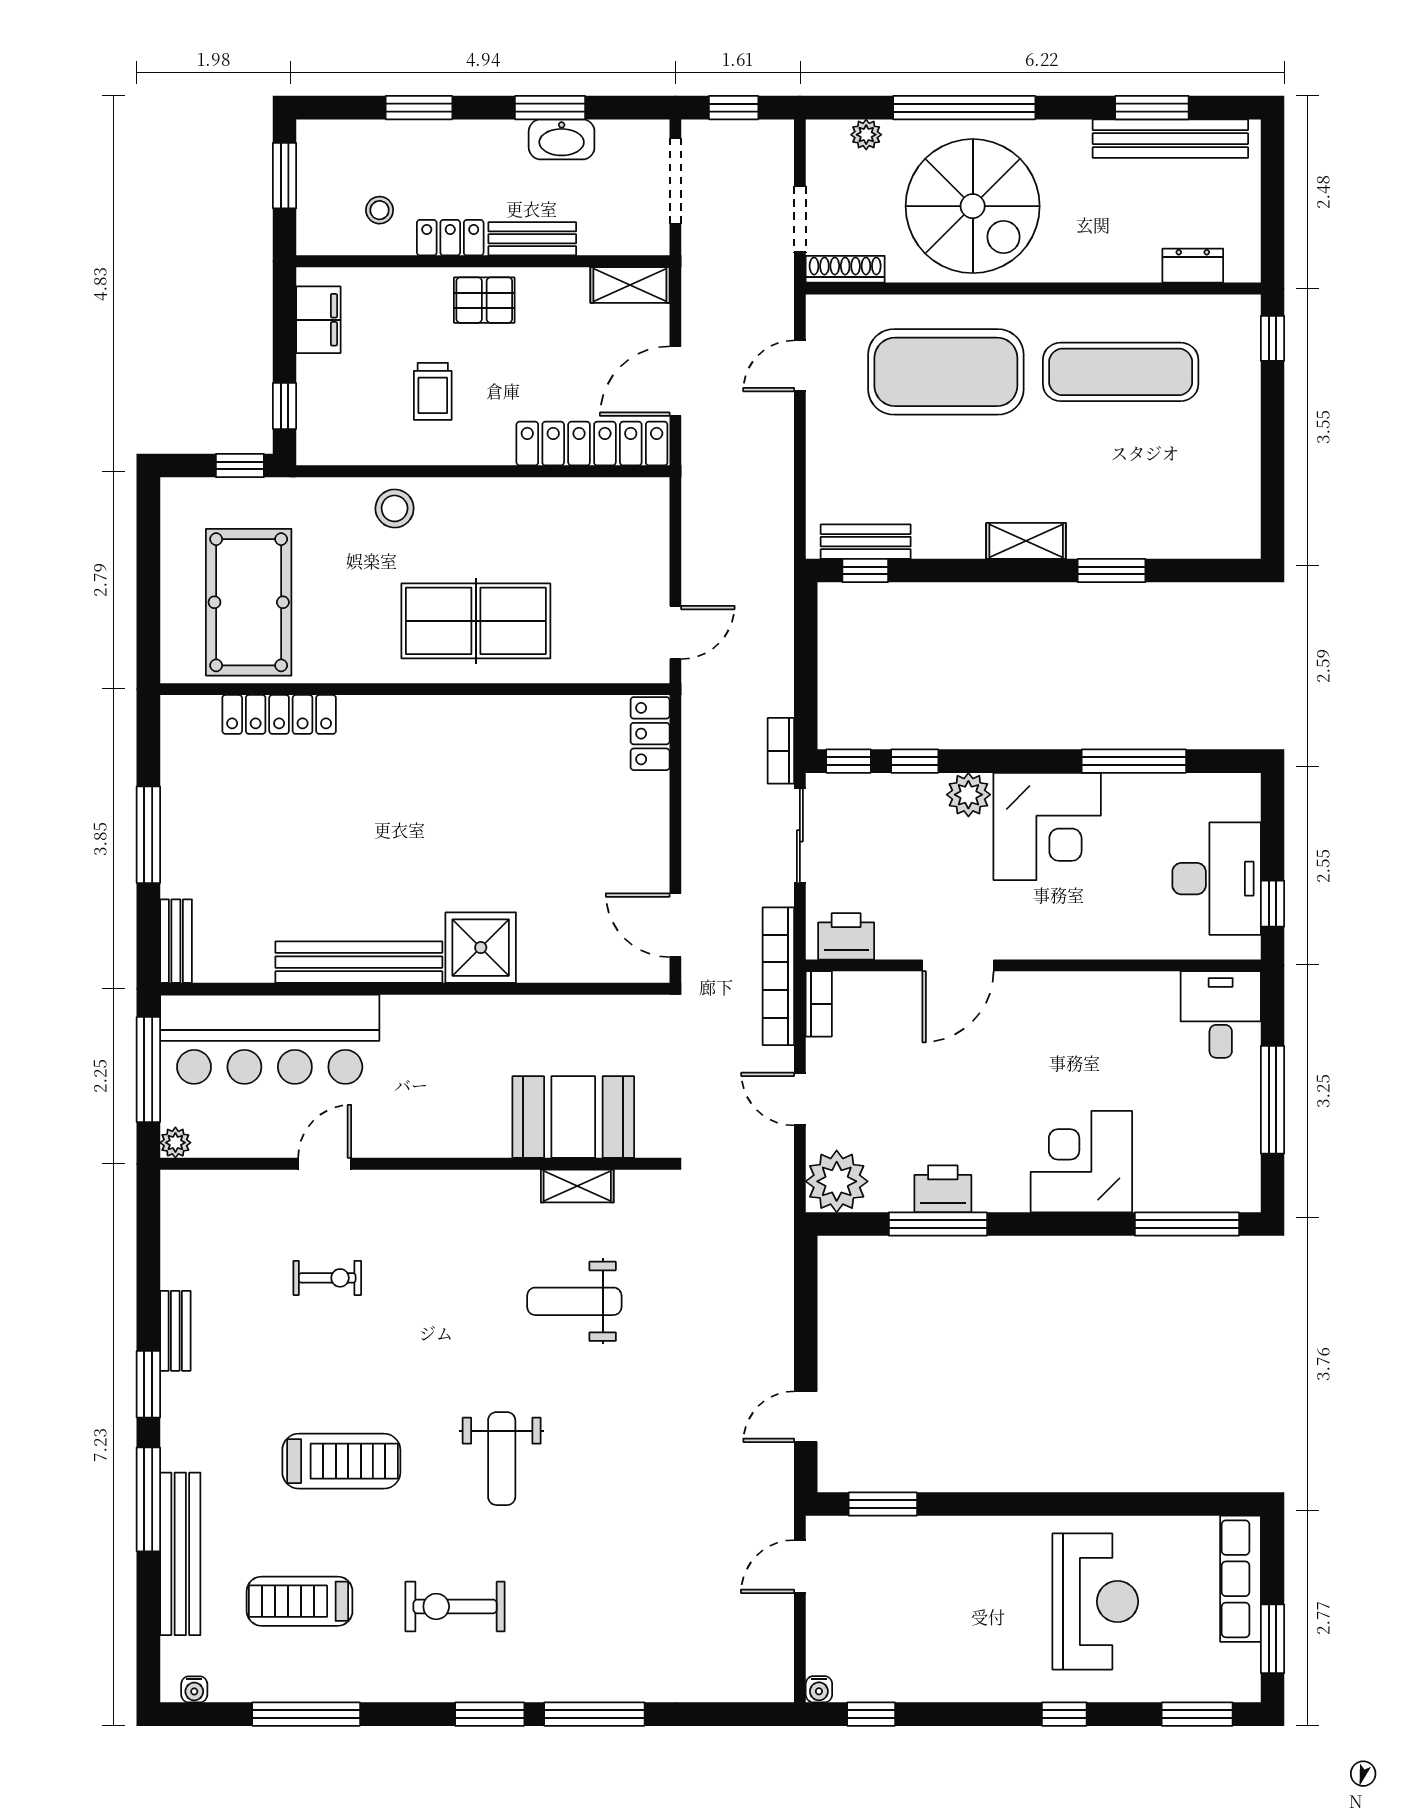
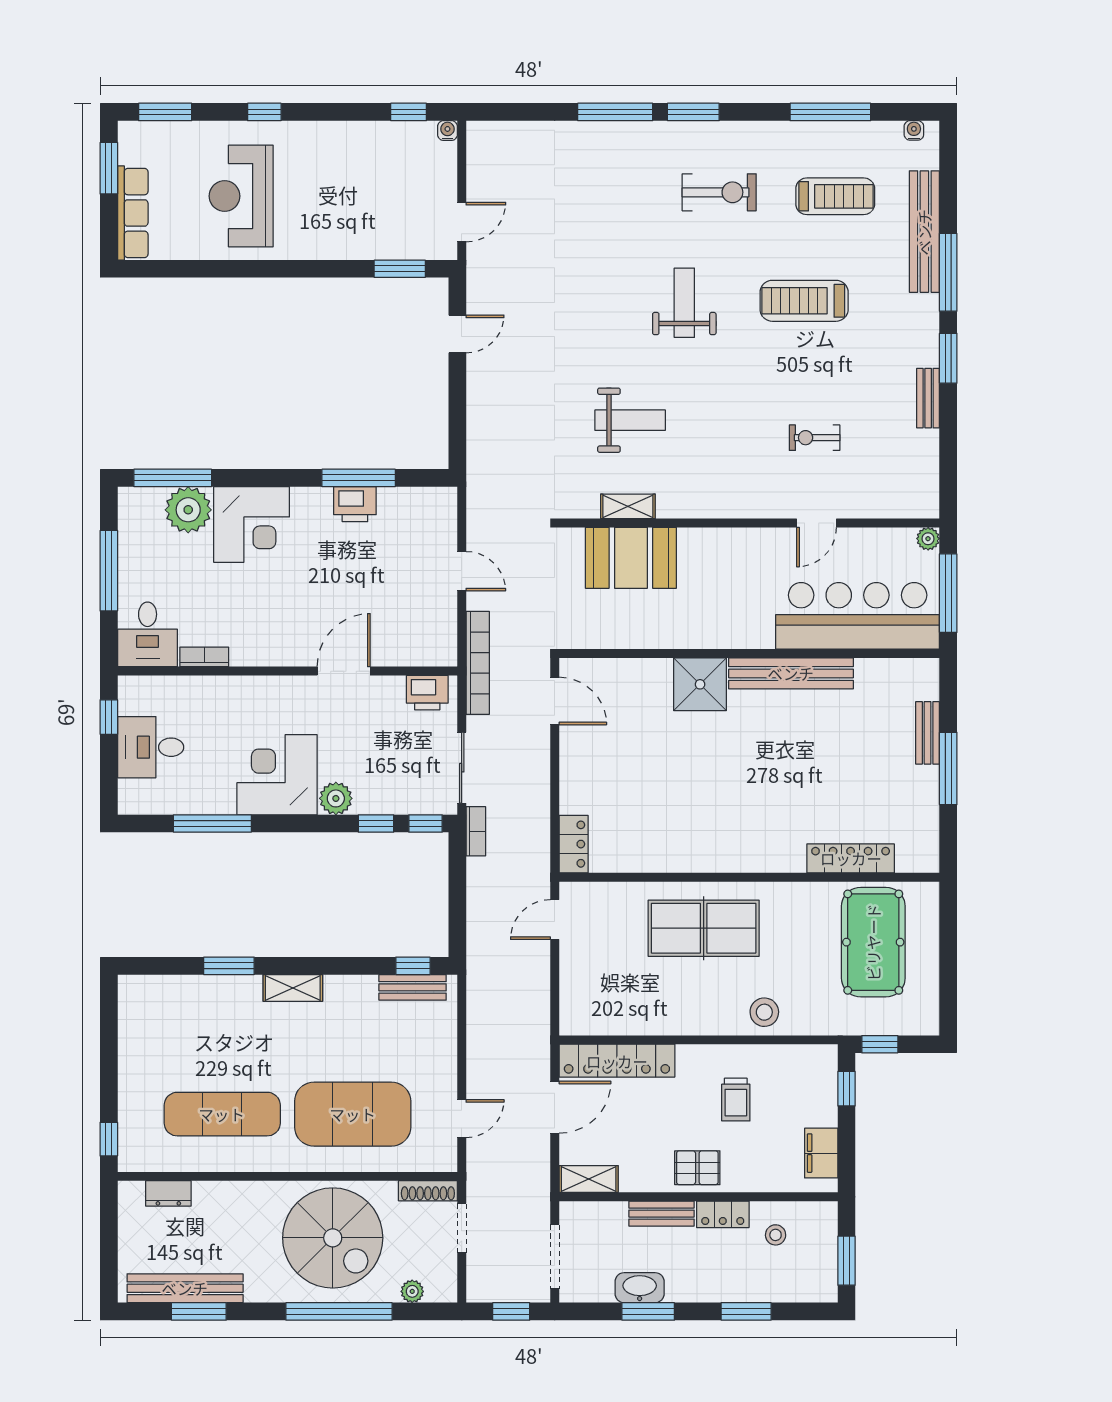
spiral stairs: (973, 206) -> (333, 1238), turned 180
trolley: (433, 391) -> (736, 1100), turned 180
desk: (1217, 879) -> (151, 747), width x0.73
bench: (176, 941) -> (928, 733), moved
bookcase: (819, 1004) -> (204, 657), moved, turned 90
plant: (837, 1181) -> (188, 510), moved

